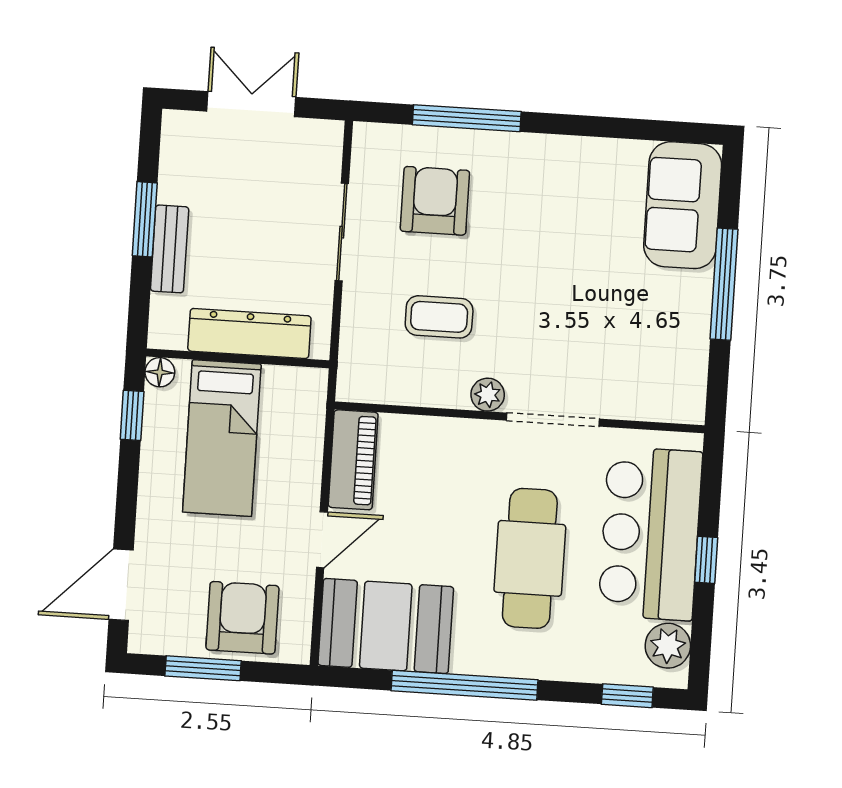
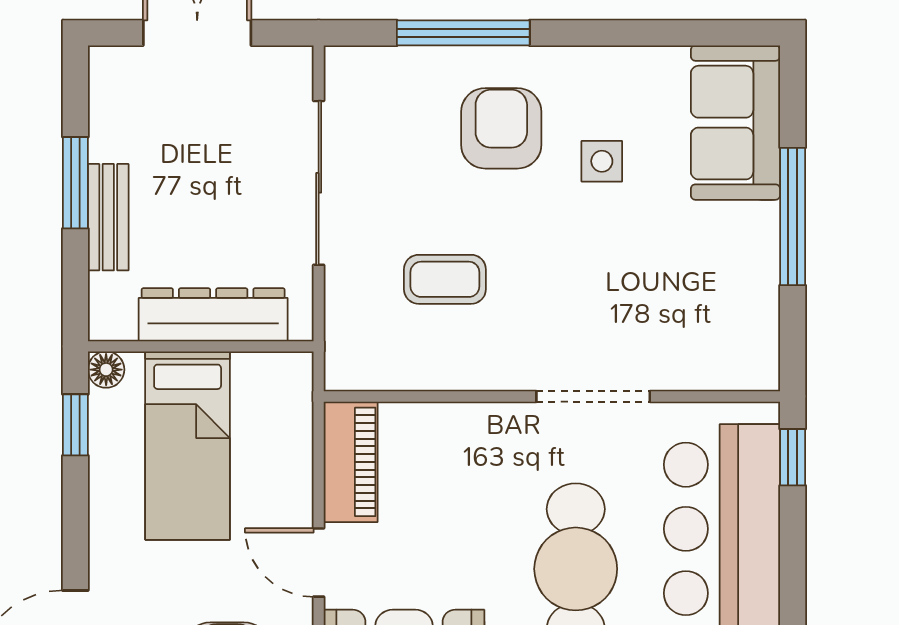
armchair: (435, 201) -> (501, 128), moved
side table: (572, 229) -> (602, 161), added
sliding door: (342, 232) -> (319, 183), width x1.37
plant: (488, 395) -> (511, 371), removed
door: (322, 540) -> (319, 563), swing flipped
window: (706, 560) -> (793, 457), moved

